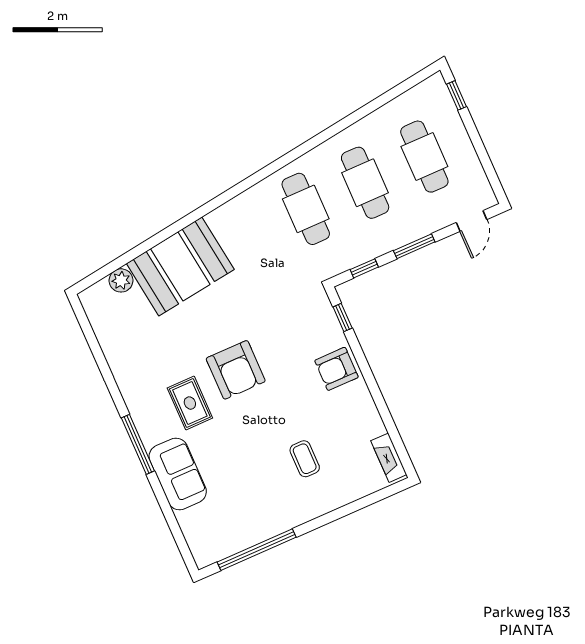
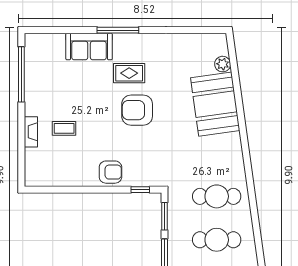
window: (364, 268) -> (164, 216), width x1.50
armchair: (336, 369) -> (110, 172), turned 90
fireplace: (389, 458) -> (31, 132), moved, turned 90

